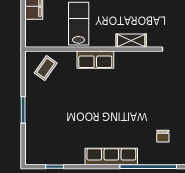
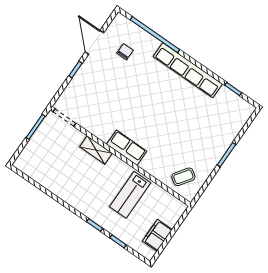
row of seats: (95, 60) -> (127, 148), moved
row of seats: (111, 156) -> (188, 70), width x1.36

